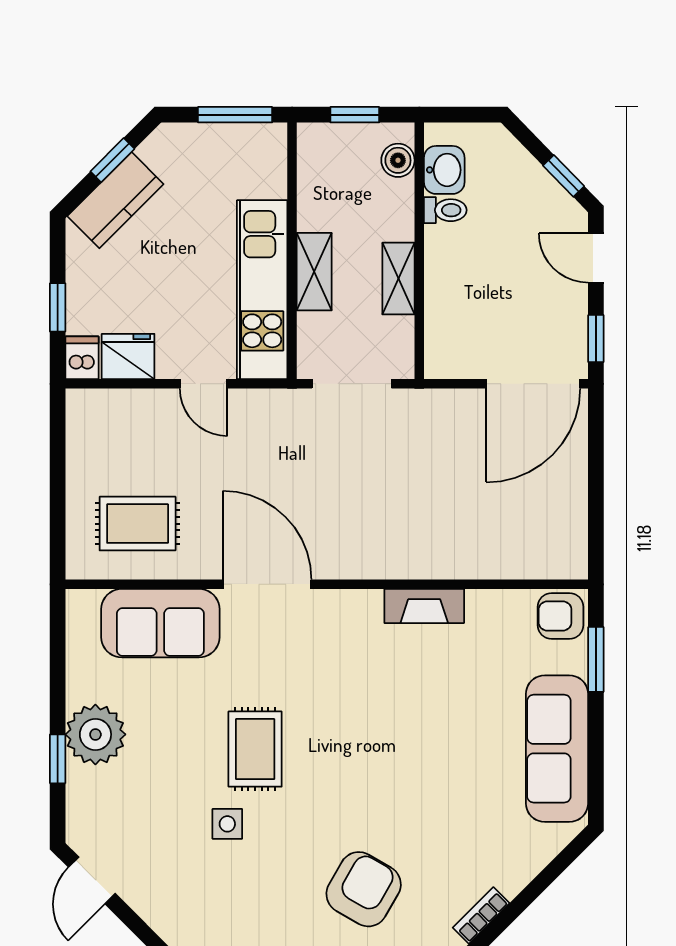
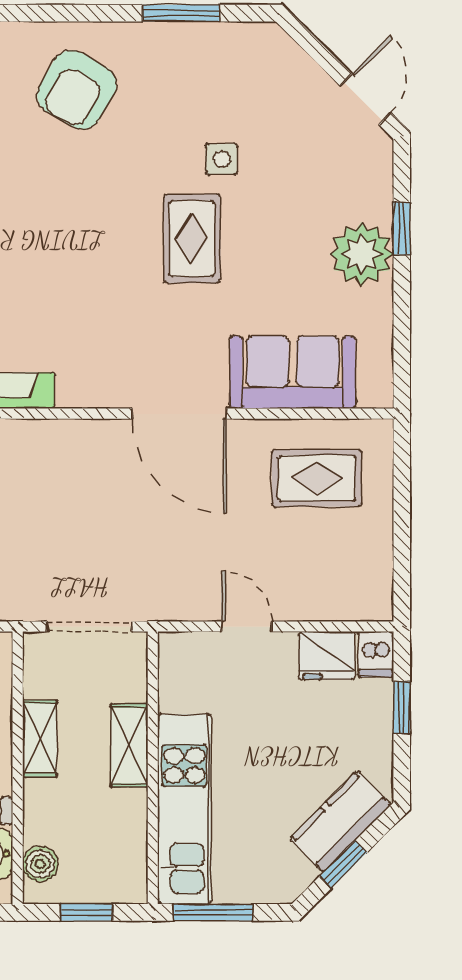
kitchen unit: (262, 290) -> (184, 809), moved

